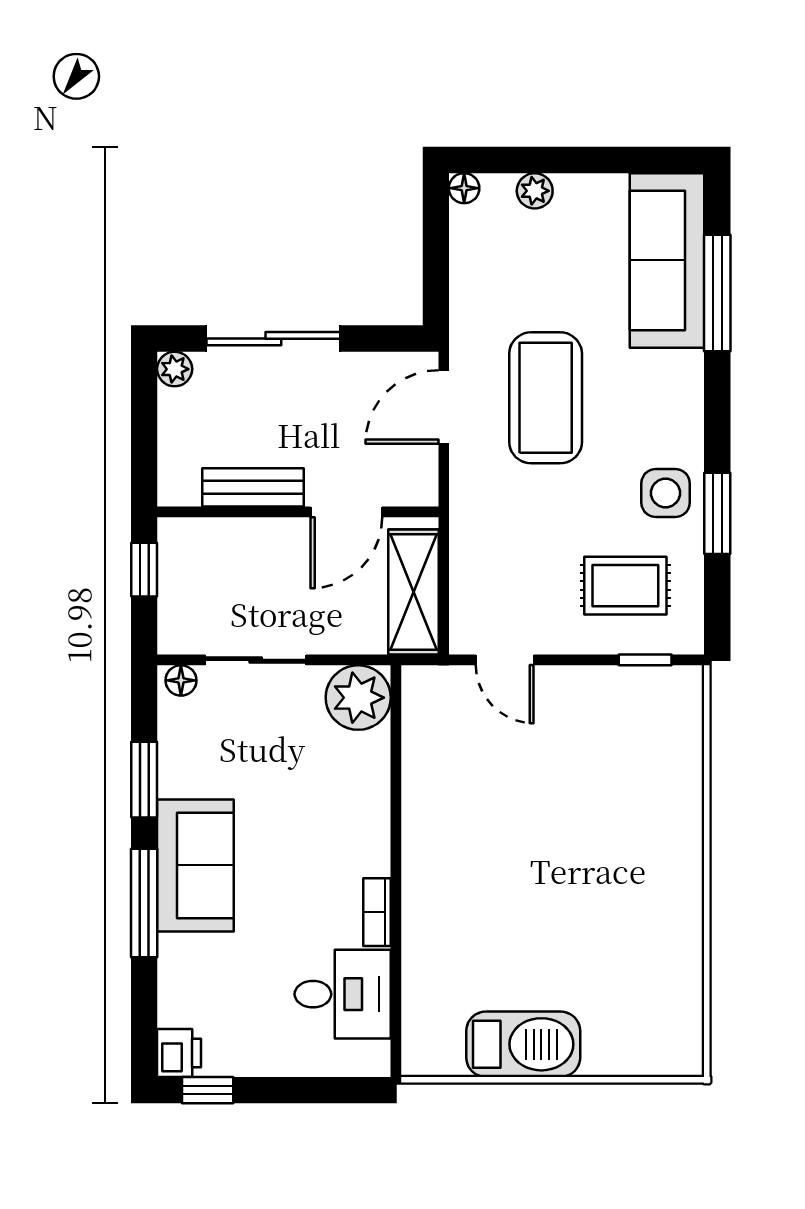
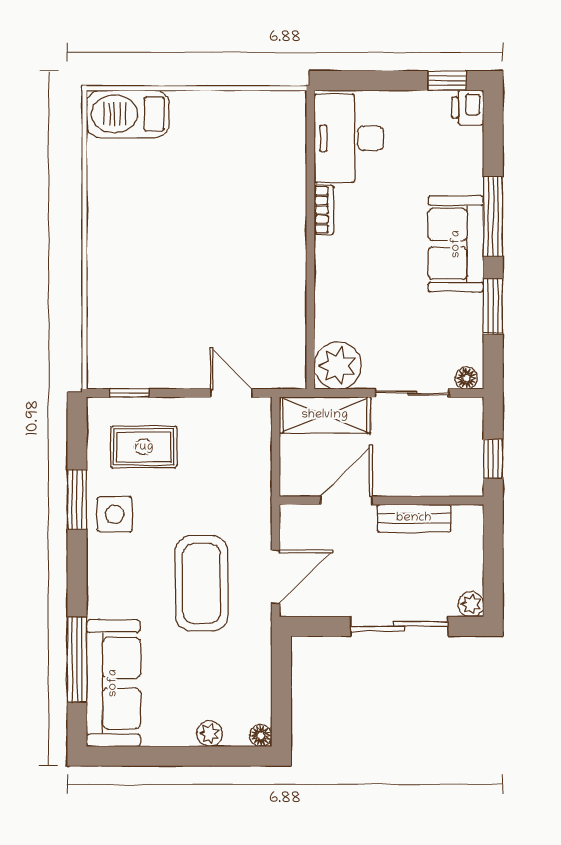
shelving: (413, 592) -> (325, 415), moved, turned 90
desk: (343, 994) -> (349, 138), width x1.37
barbecue: (523, 1044) -> (128, 114), moved

